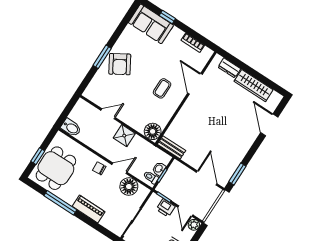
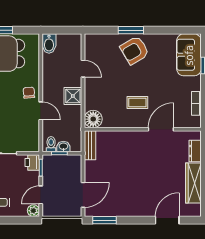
floor lamp: (129, 187) -> (30, 130), removed
printer: (166, 208) -> (32, 163), moved

